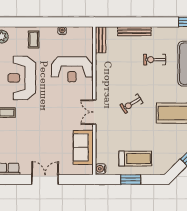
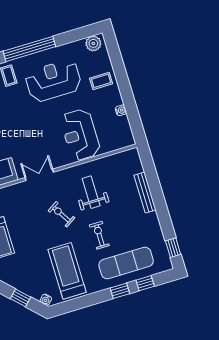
bench: (101, 40) -> (124, 157), removed
exercise bike: (155, 60) -> (99, 235), moved
weight bench: (121, 75) -> (91, 192), added

